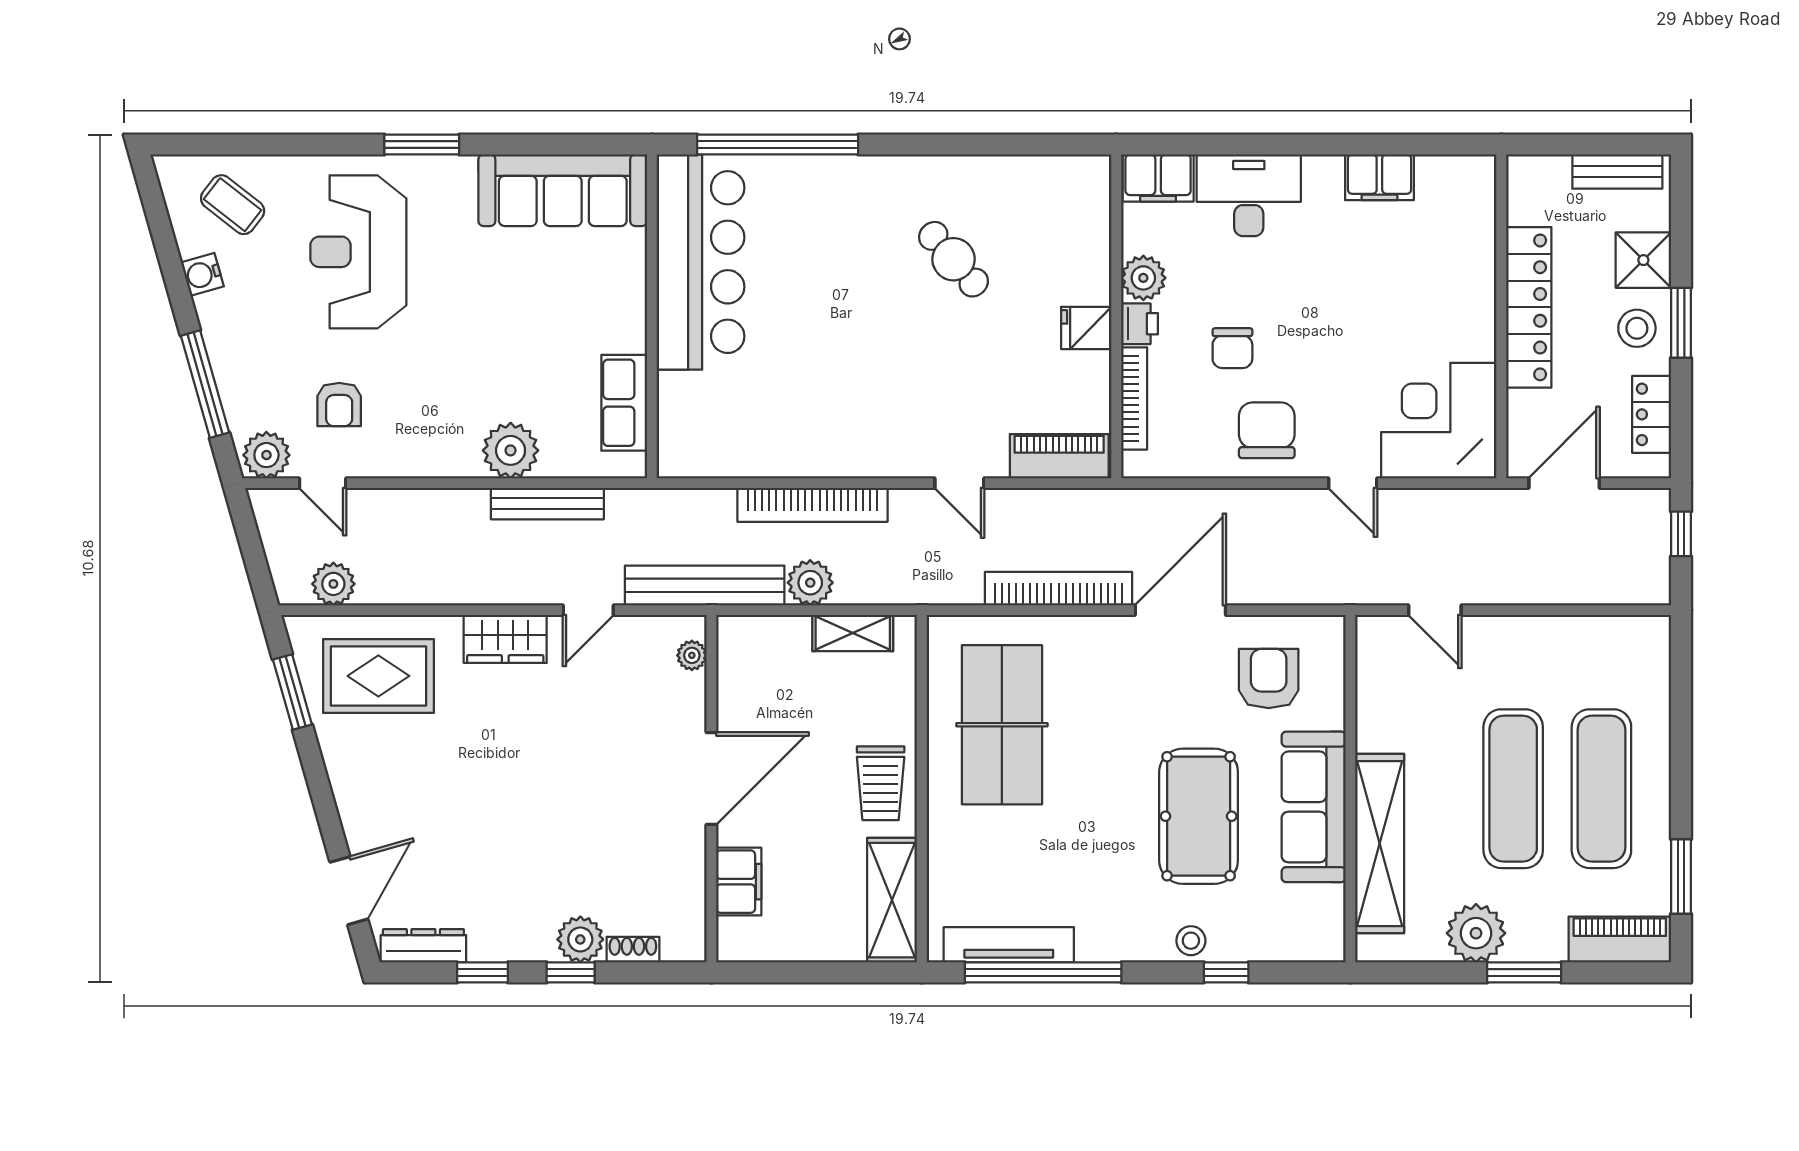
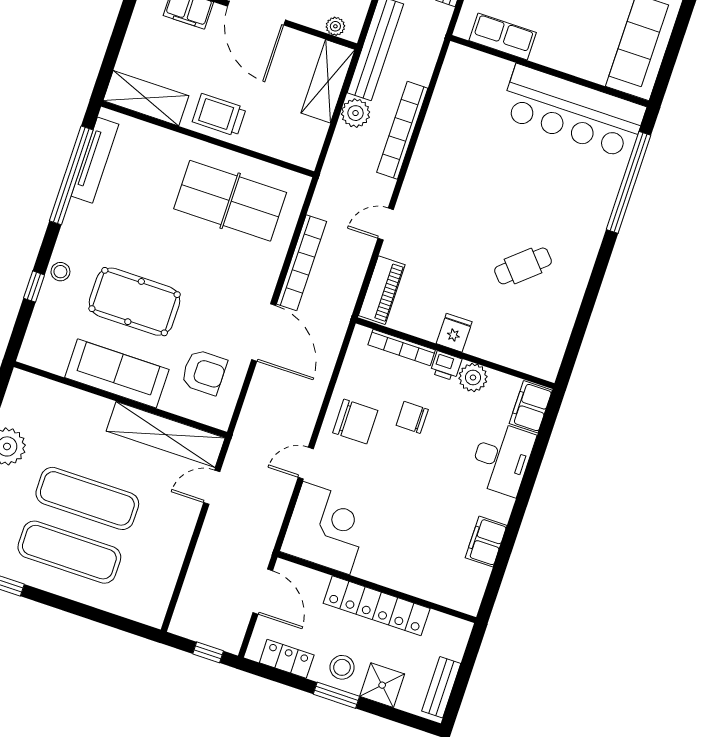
shelving: (853, 633) -> (328, 81), moved, width x1.50, depth x1.33
shelving: (1380, 844) -> (166, 434), moved

